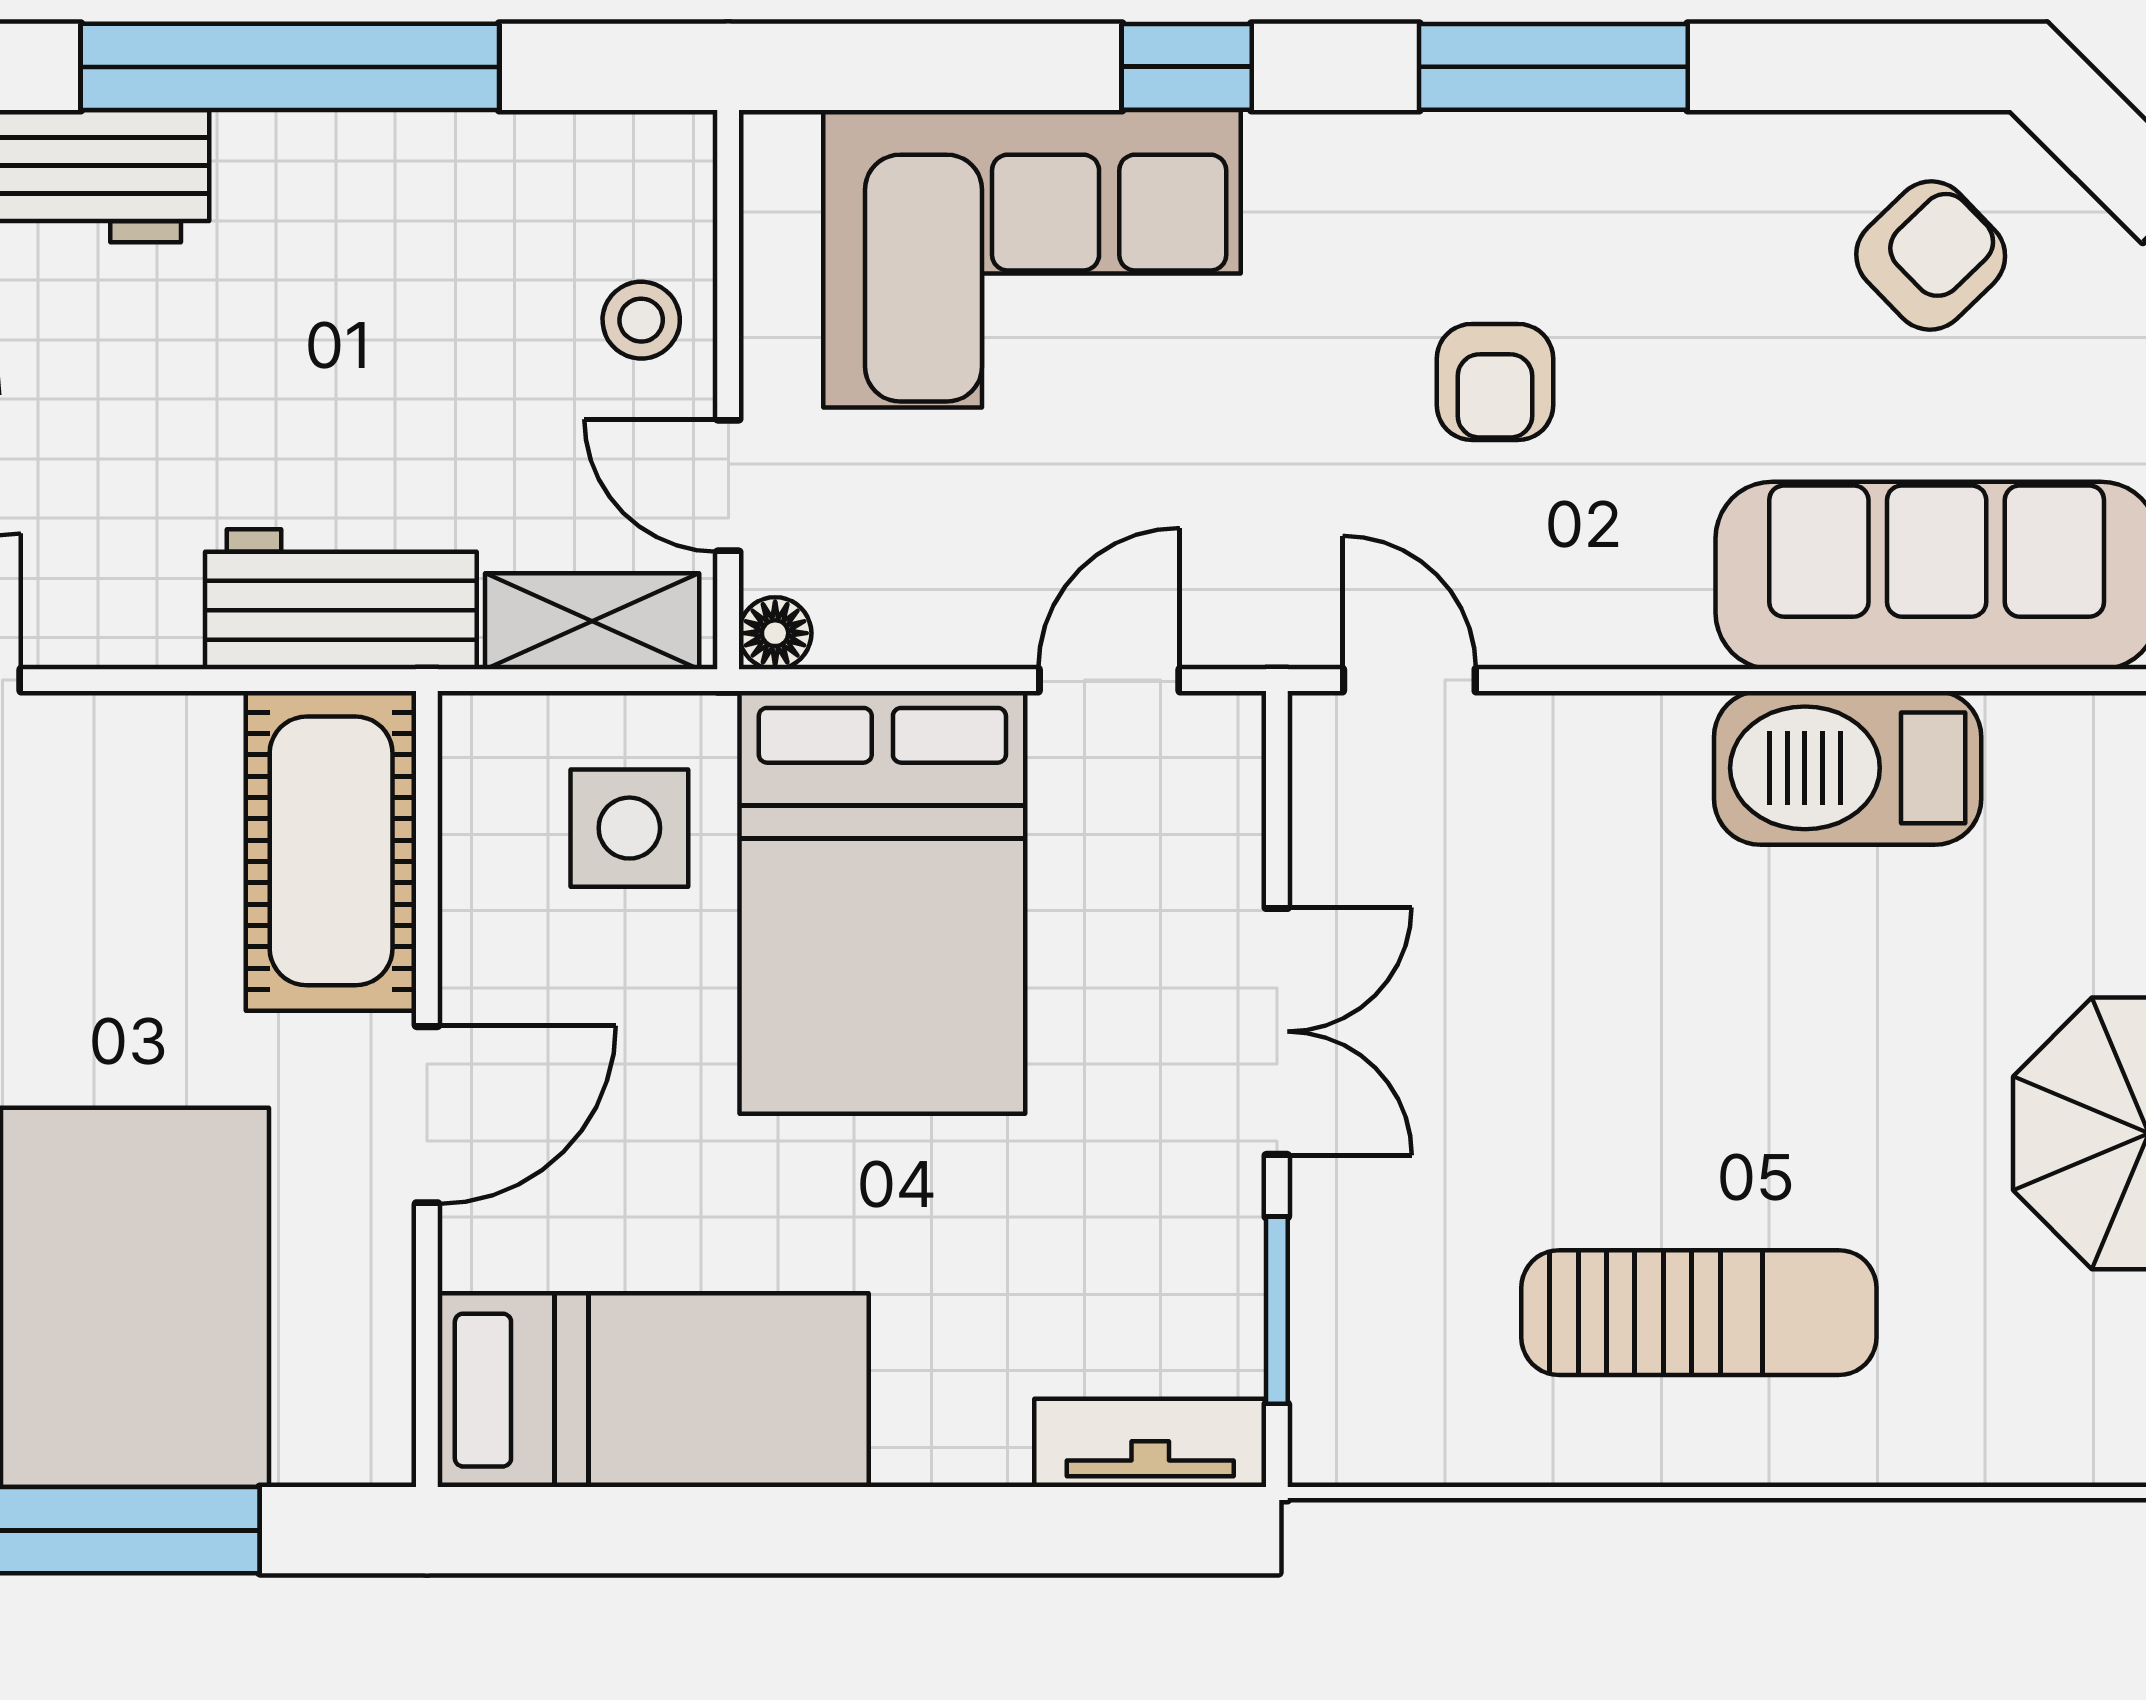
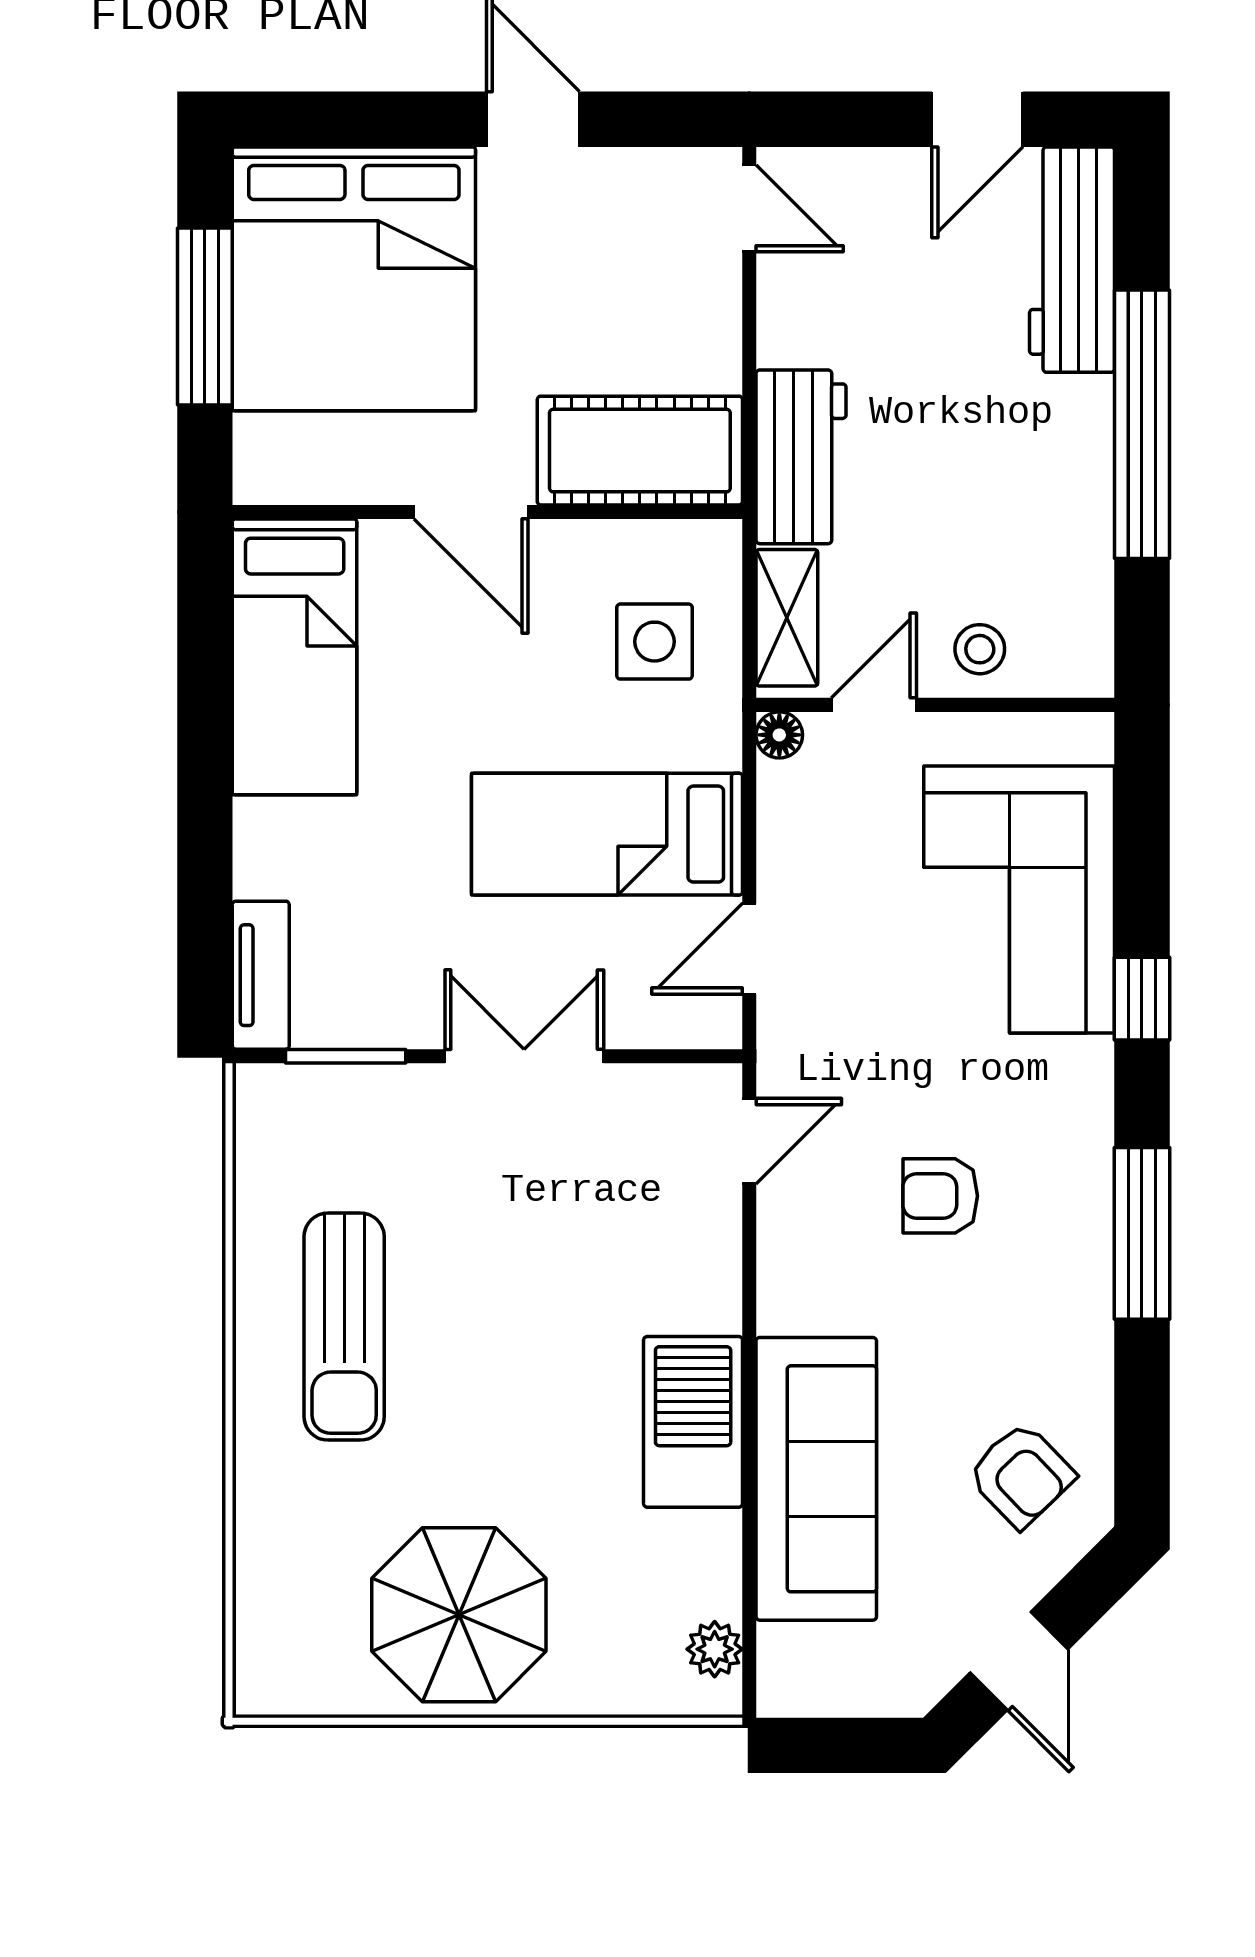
door: (1109, 680) -> (749, 949), swing flipped
bed: (882, 902) -> (607, 834), width x0.67
double door: (1277, 1031) -> (524, 1056), swing flipped

